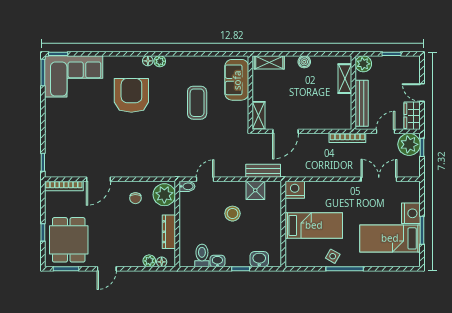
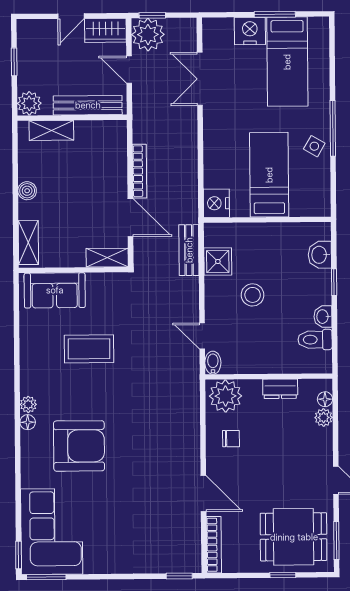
armchair: (131, 95) -> (79, 446), turned 180
bookcase: (347, 138) -> (140, 171), moved
dresser: (169, 232) -> (280, 389), width x0.70

